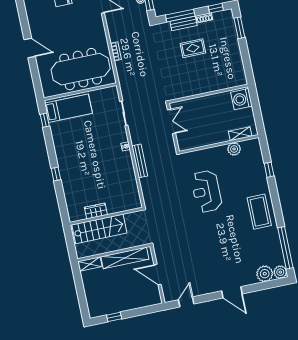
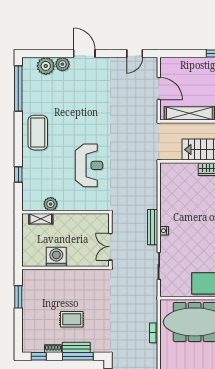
window: (239, 28) -> (18, 297), moved
washing machine: (241, 99) -> (56, 257), moved, turned -90
bench: (140, 161) -> (153, 227), moved
plant: (280, 272) -> (62, 64), moved

